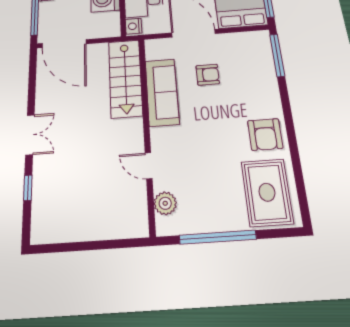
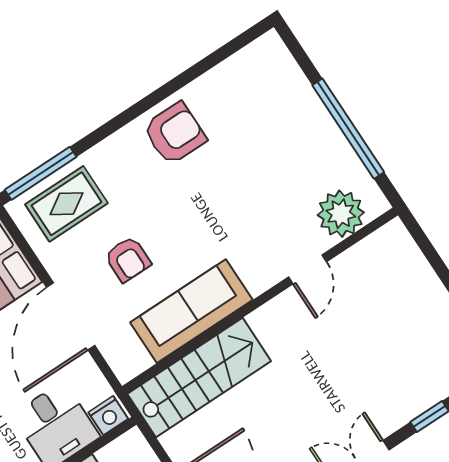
armchair: (208, 75) -> (128, 259), turned 180
rug: (267, 192) -> (66, 204), moved, width x0.73, depth x0.70
plant: (165, 203) -> (341, 214), width x1.36, depth x1.36

